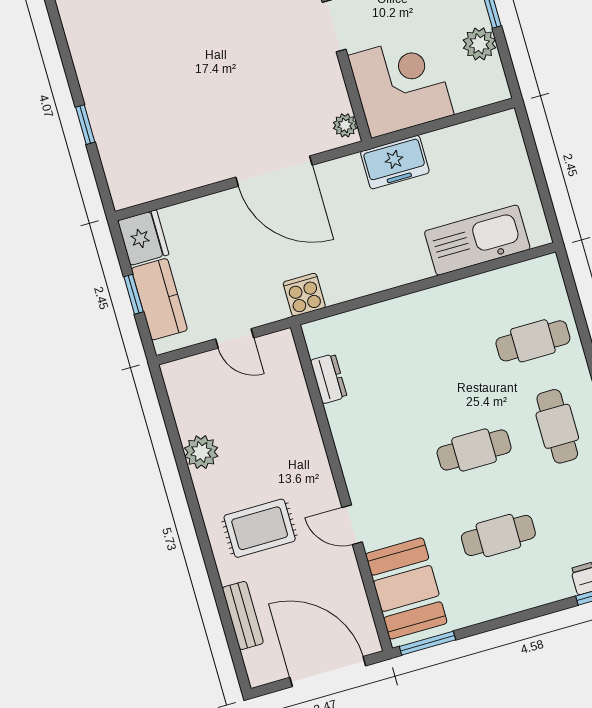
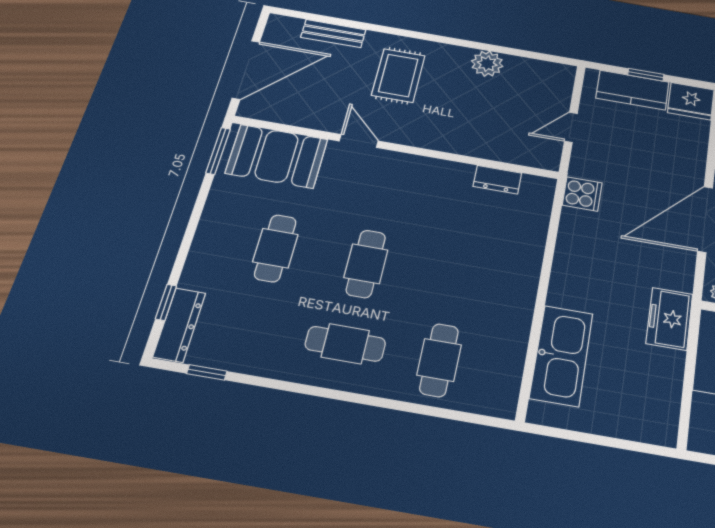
door: (352, 525) -> (359, 141), hinge flipped

